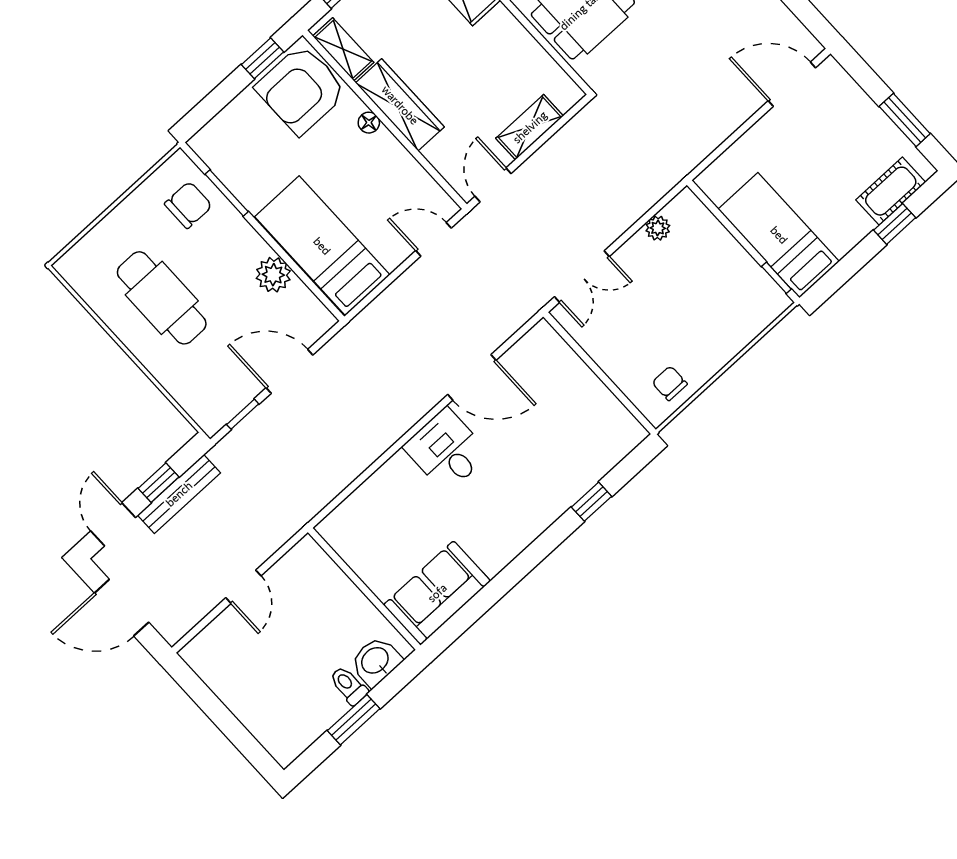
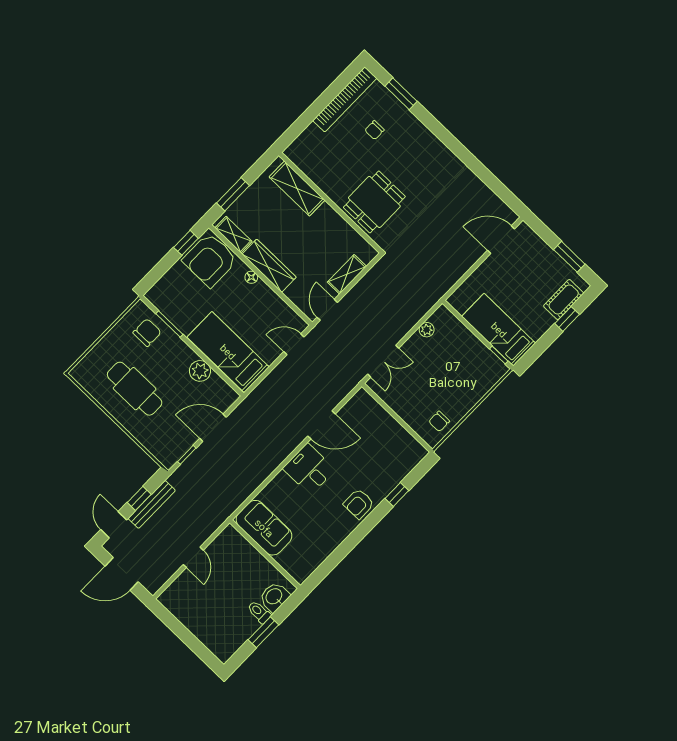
chair: (670, 383) -> (439, 421), turned -90
armchair: (527, 514) -> (359, 504), added
sofa: (437, 593) -> (264, 528), moved, turned 90

